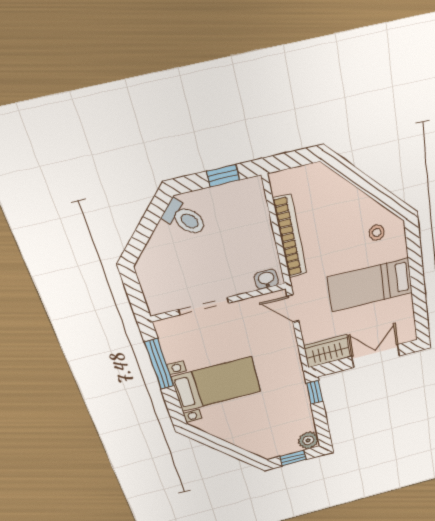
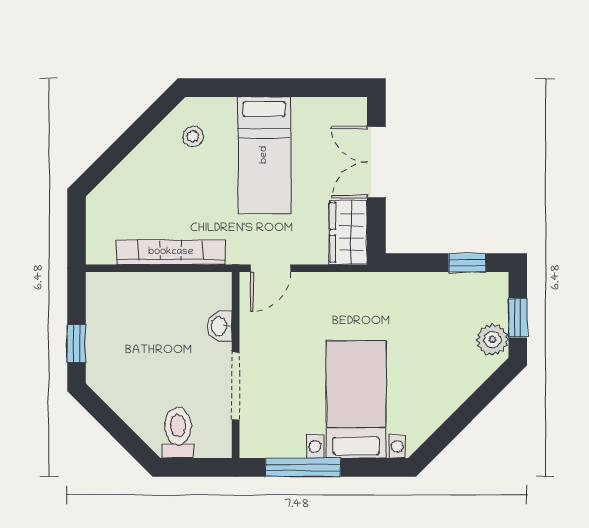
window: (223, 176) -> (76, 343), moved
toilet: (185, 218) -> (178, 433), moved, turned -45
washbasin: (266, 279) -> (220, 326), moved
window: (315, 392) -> (467, 263), moved
plant: (308, 440) -> (493, 340), moved

